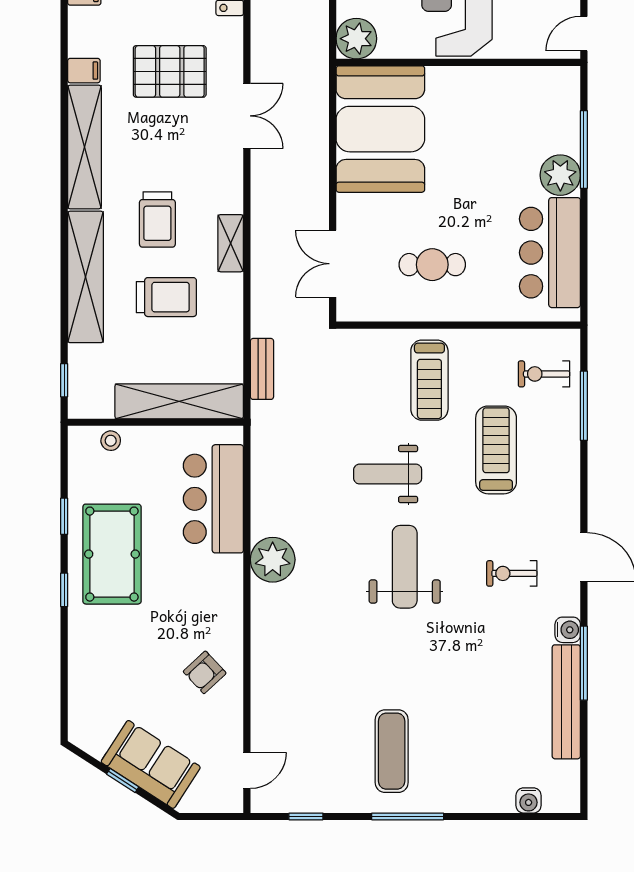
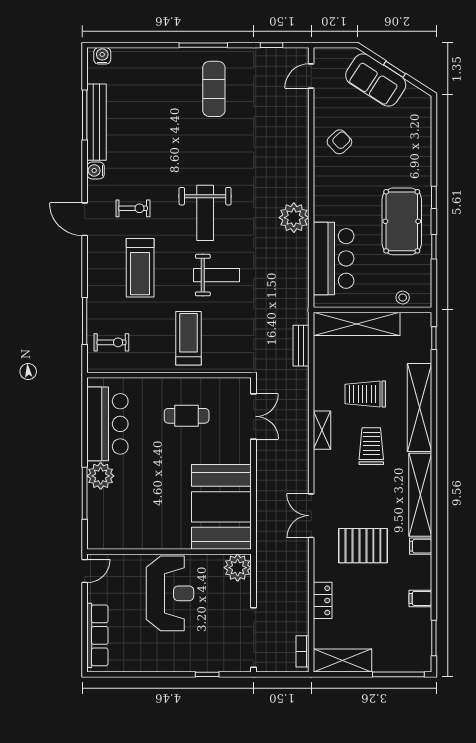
treadmill: (496, 450) -> (140, 268), moved
window: (584, 663) -> (85, 115), moved
water cooler: (529, 800) -> (102, 56), moved

